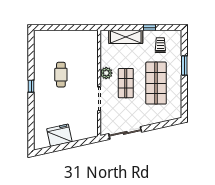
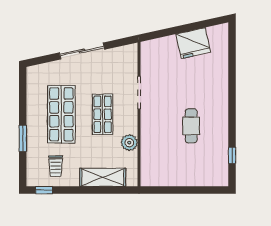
window: (150, 28) -> (44, 190), moved
plant: (106, 73) -> (129, 143), moved
window: (31, 86) -> (232, 155), moved
sliding door: (125, 133) -> (82, 51), moved

